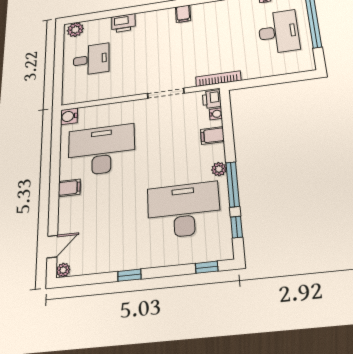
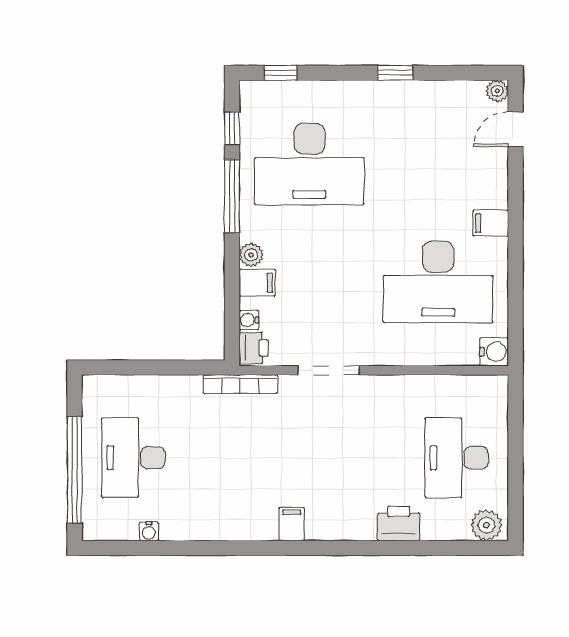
desk: (91, 59) -> (457, 458), width x1.37
plant: (219, 169) -> (251, 255), moved

